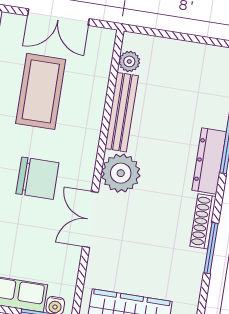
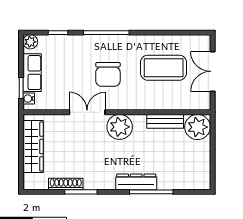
plant: (129, 61) -> (197, 127), width x1.87, depth x1.87
bench: (122, 112) -> (165, 121), width x0.73
shoe rack: (203, 221) -> (66, 184), moved

